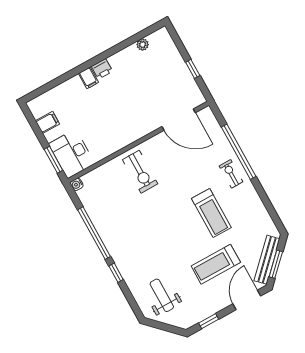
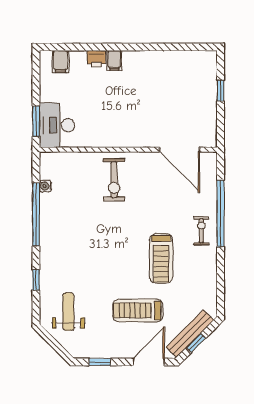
plant: (143, 45) -> (185, 57), removed
printer: (102, 69) -> (96, 59), moved
window: (193, 69) -> (221, 91), moved
filing cabinet: (48, 122) -> (61, 61), moved, turned 90
water cooler: (77, 184) -> (45, 186), moved
window: (276, 264) -> (196, 343), width x0.67
window: (116, 273) -> (36, 280), moved

